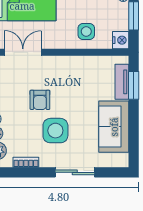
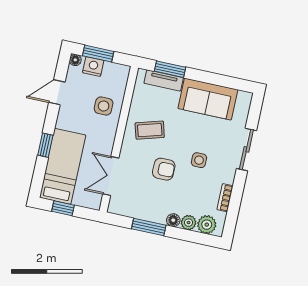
nightstand: (121, 40) -> (93, 66), moved
coffee table: (73, 79) -> (150, 130), added
side table: (55, 131) -> (199, 160), width x0.54, depth x0.54

